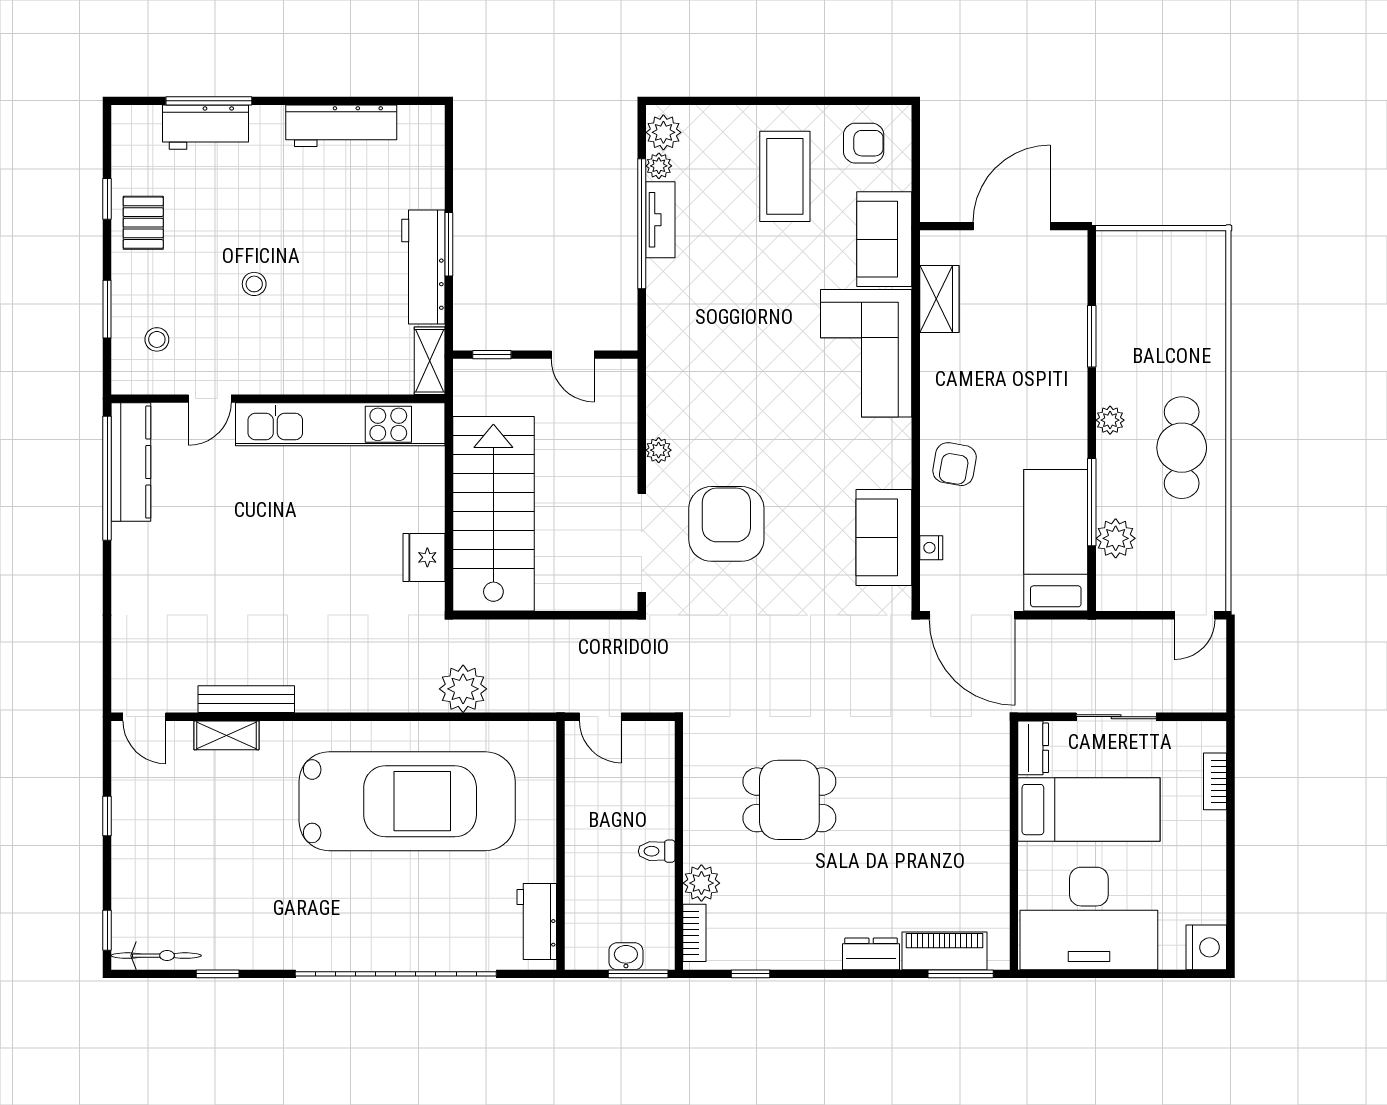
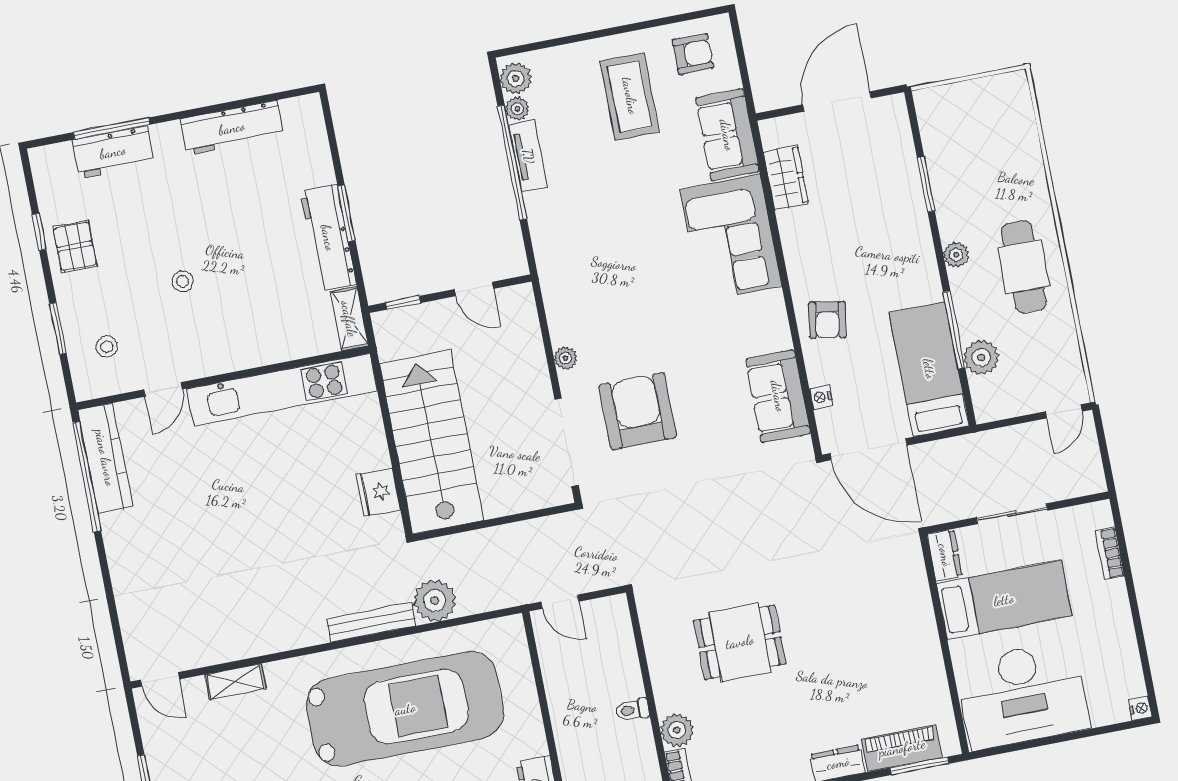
bench: (246, 699) -> (371, 622), moved
nightstand: (1206, 947) -> (1140, 708), width x0.53, depth x0.56

